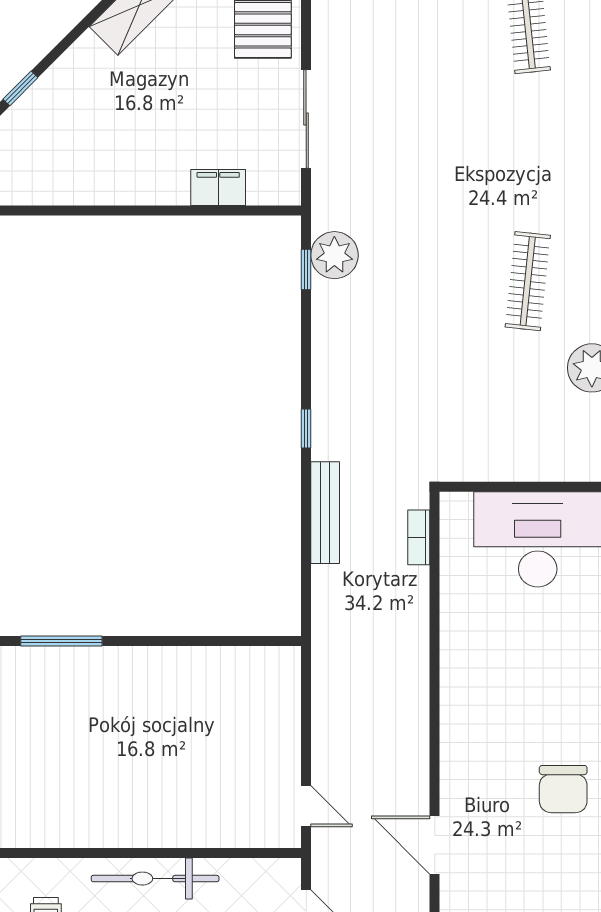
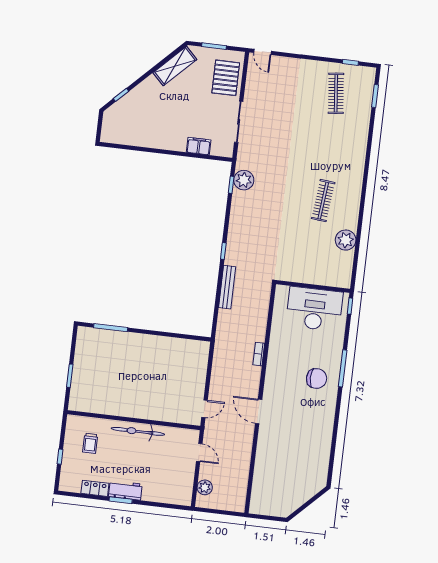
bookcase: (419, 537) -> (259, 354), moved
chair: (563, 789) -> (317, 378), moved, turned -90
door: (306, 806) -> (204, 409), hinge flipped
door: (435, 845) -> (259, 411), moved

